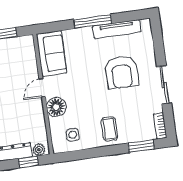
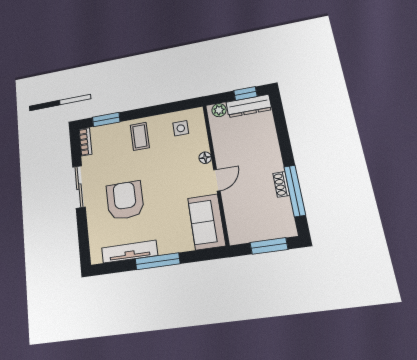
floor lamp: (56, 107) -> (205, 158), width x0.53, depth x0.53
window: (28, 162) -> (245, 93), moved

